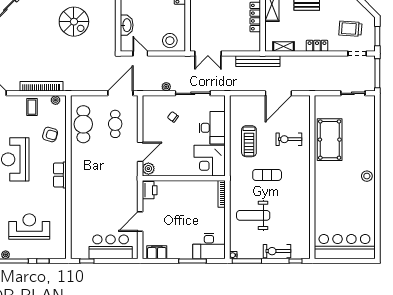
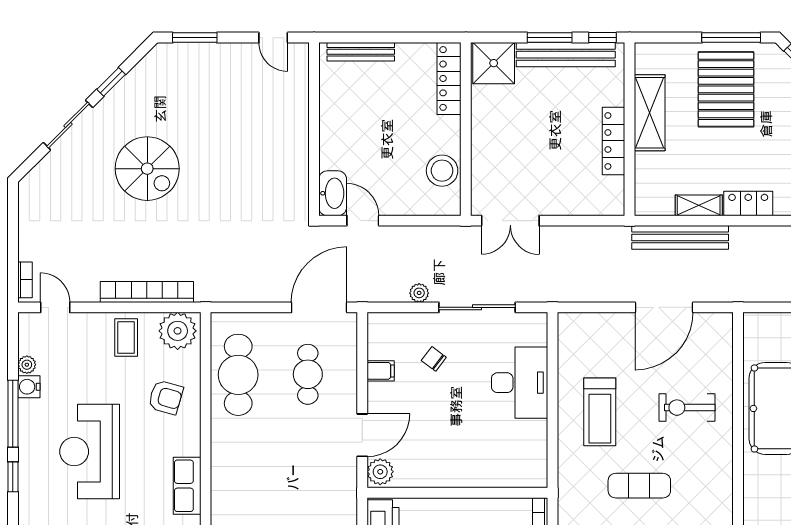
spiral stairs: (74, 22) -> (147, 169), moved
washbasin: (127, 25) -> (333, 193), moved
stool: (170, 41) -> (442, 171), moved
shelving: (283, 47) -> (699, 205), moved
bench: (258, 61) -> (680, 237), moved
plant: (56, 100) -> (178, 331), width x1.87, depth x1.87
filing cabinet: (149, 122) -> (381, 371), added
corner desk: (210, 161) -> (514, 454), removed

